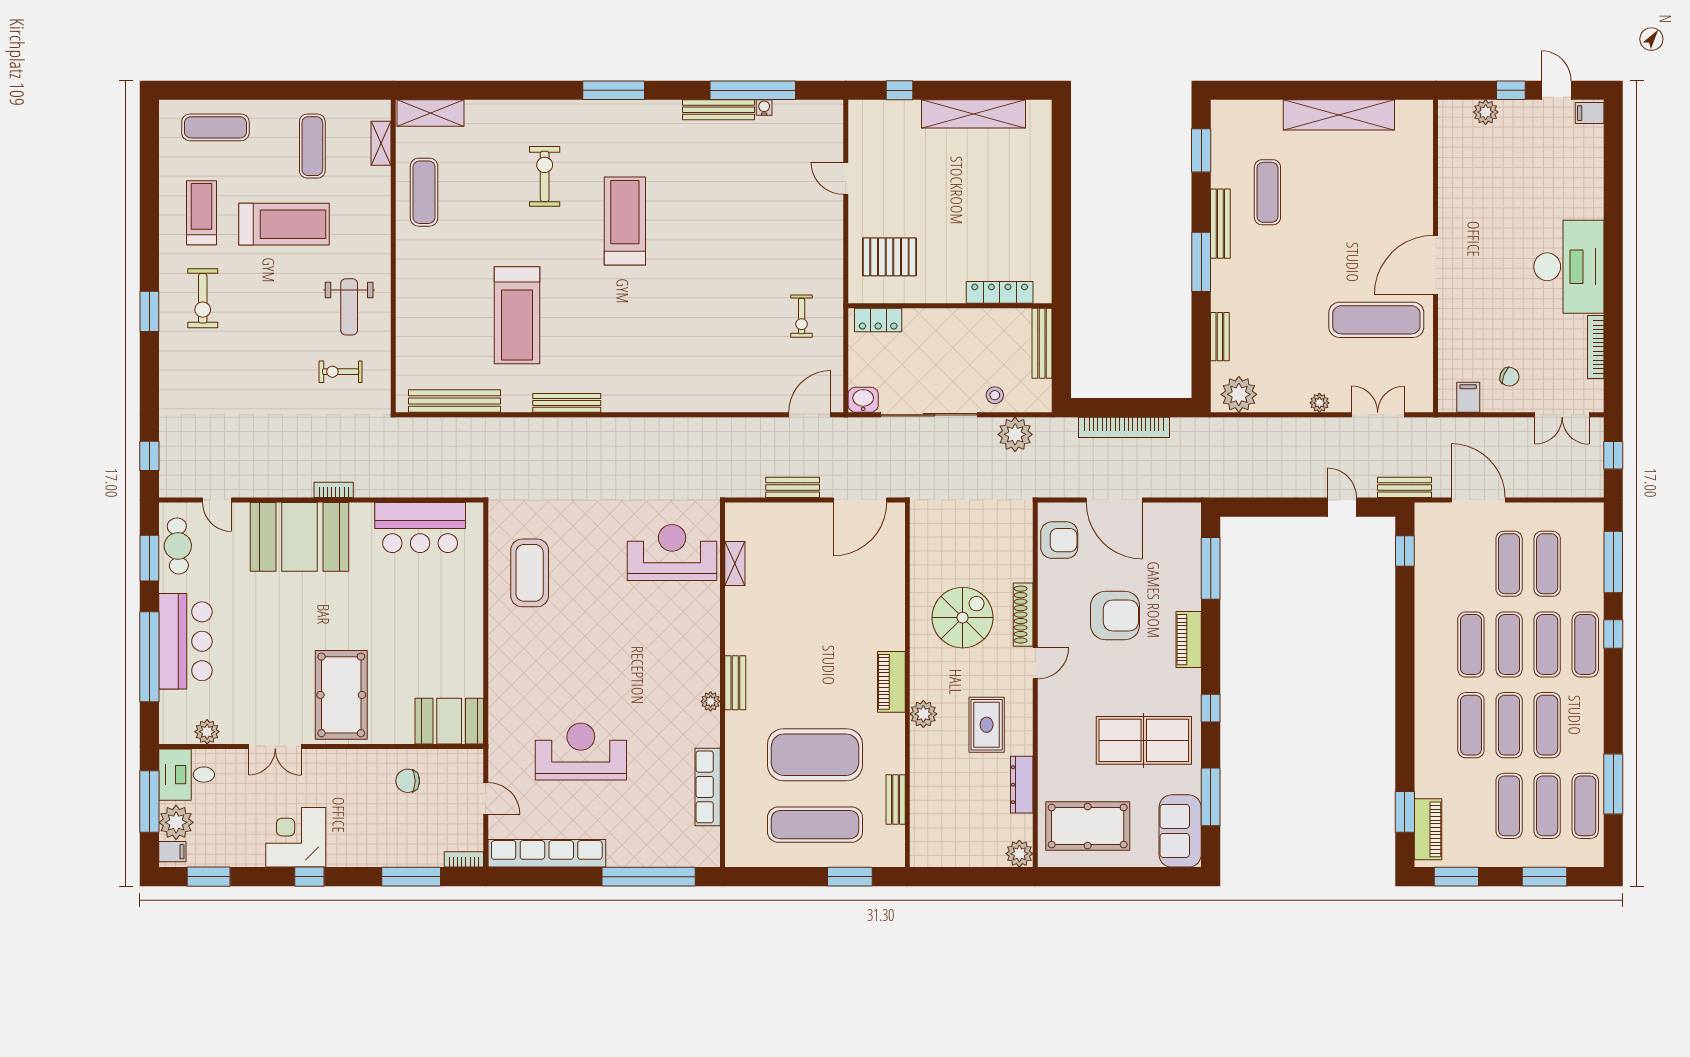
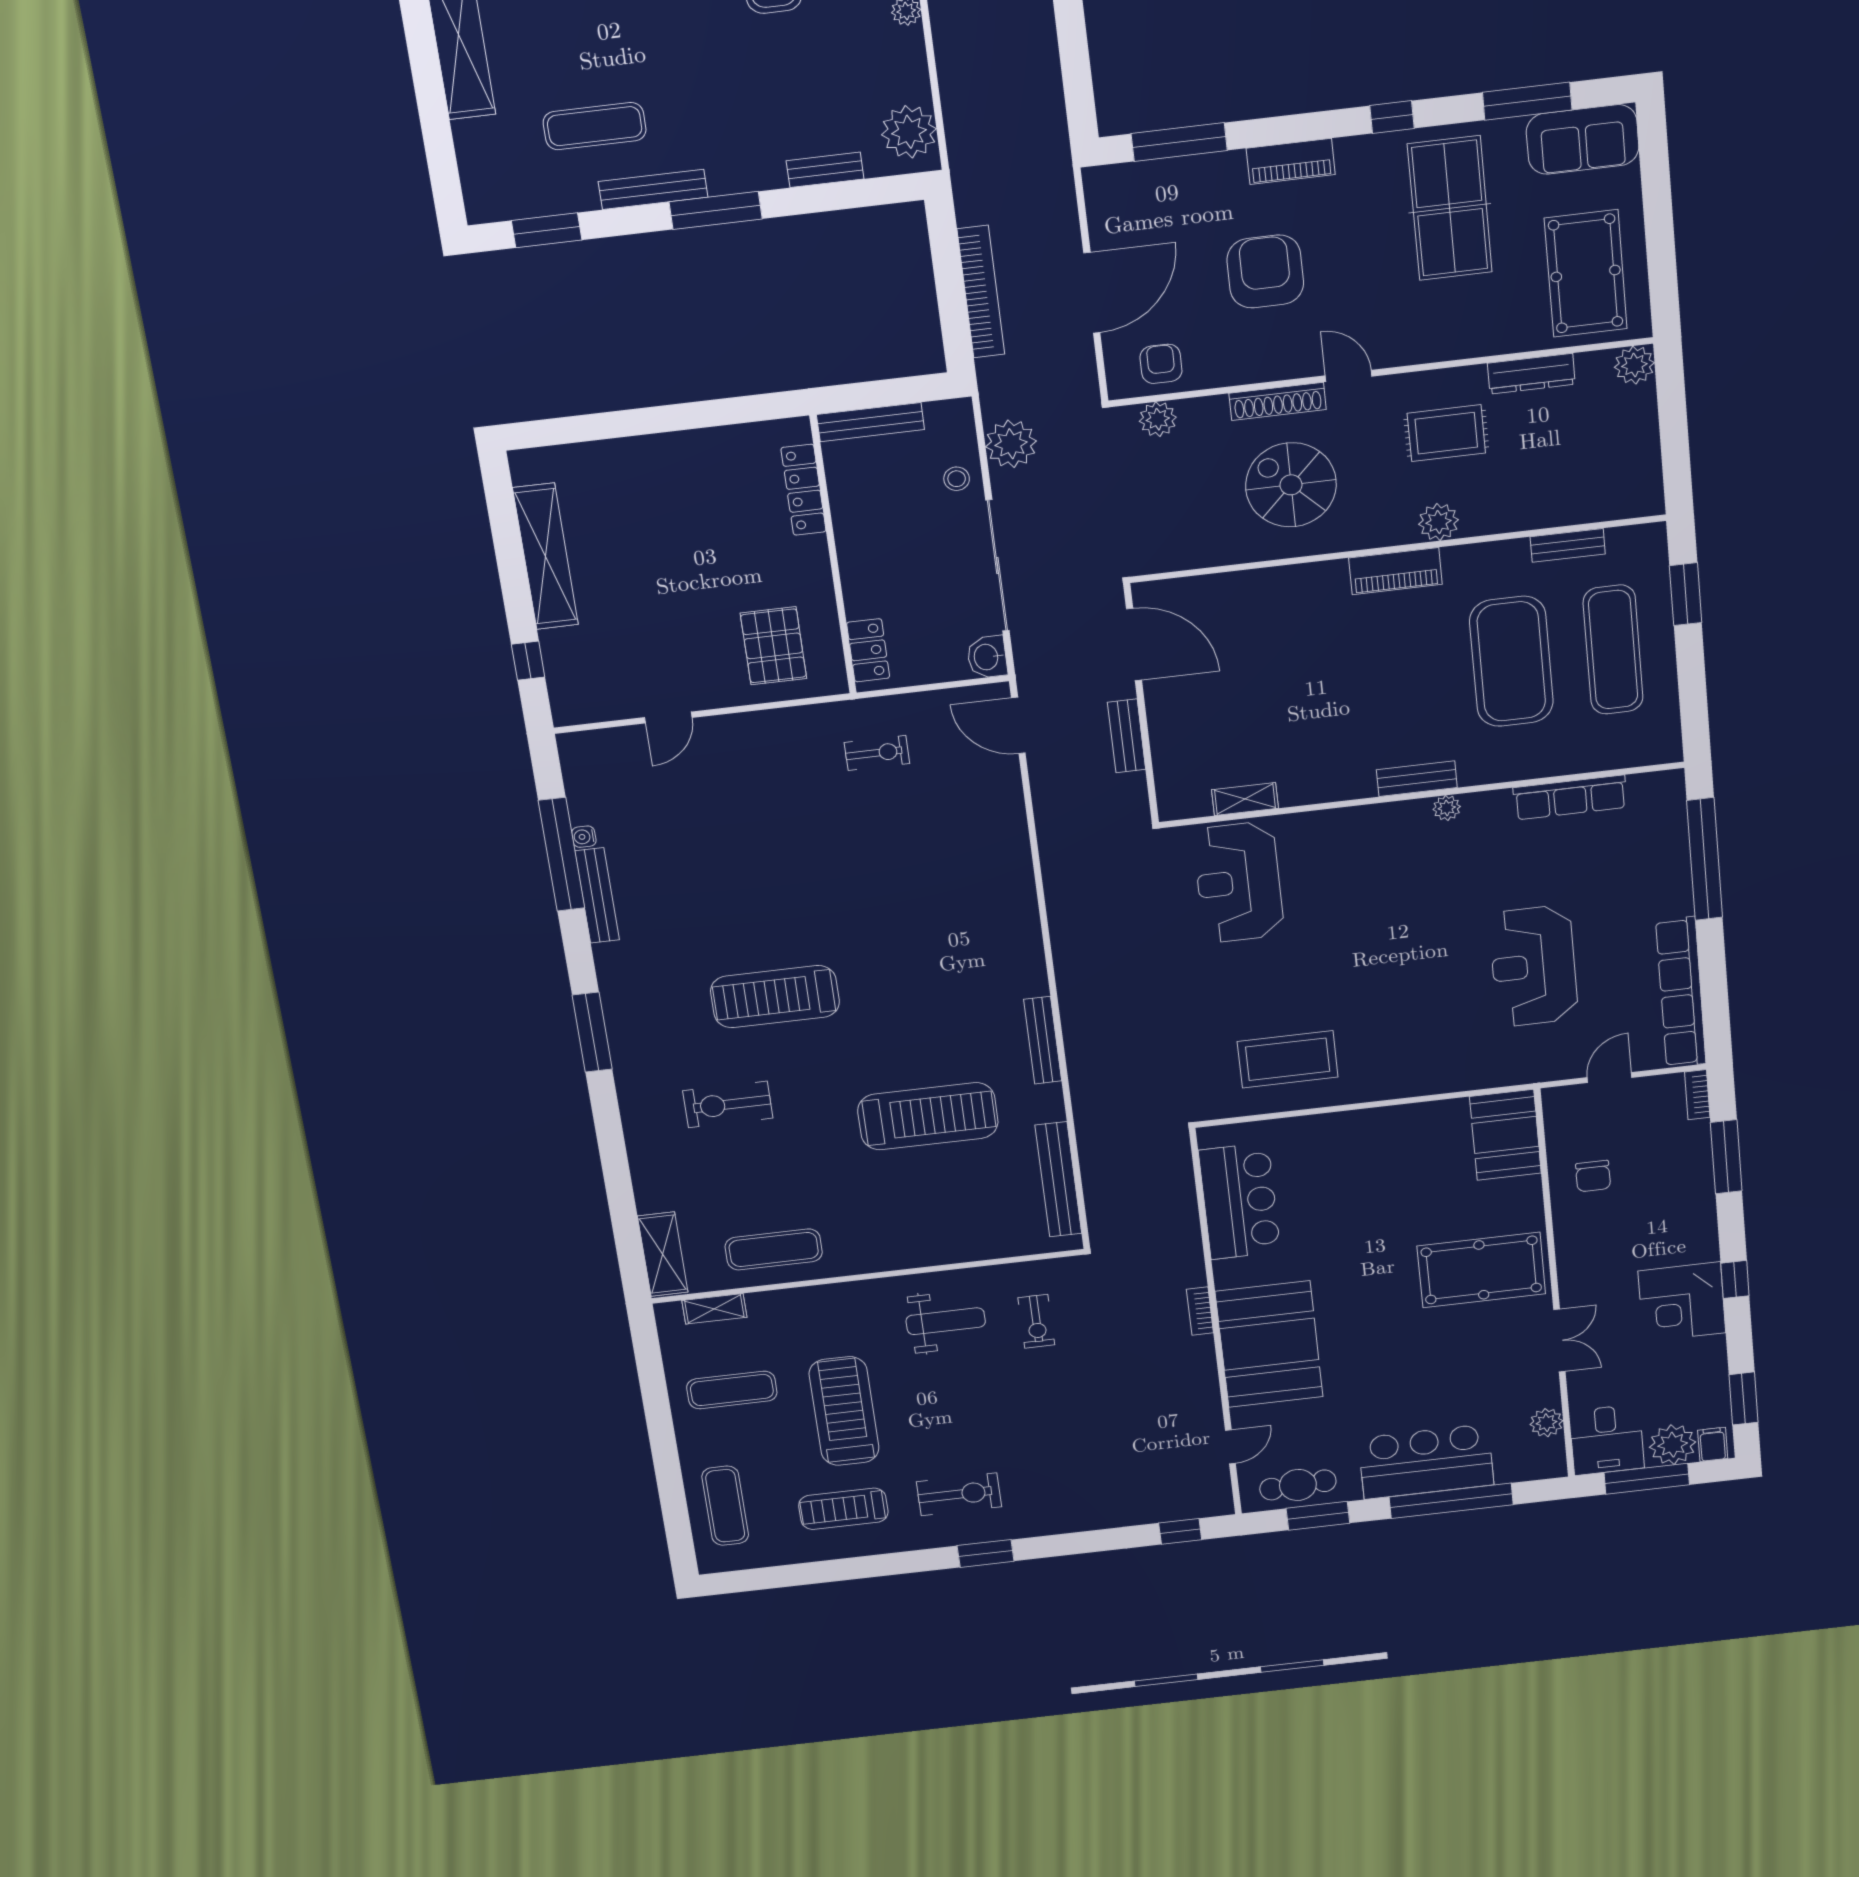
plant: (1020, 534) -> (1158, 419), added
armchair: (1059, 540) -> (1161, 364), width x0.72, depth x0.72

